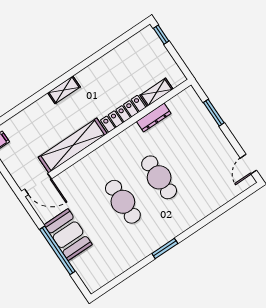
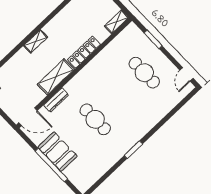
shelving: (156, 92) -> (117, 22), moved
dresser: (154, 117) -> (56, 100), moved
shelving: (73, 145) -> (56, 77), width x0.68
cafe table: (159, 177) -> (144, 73), moved

